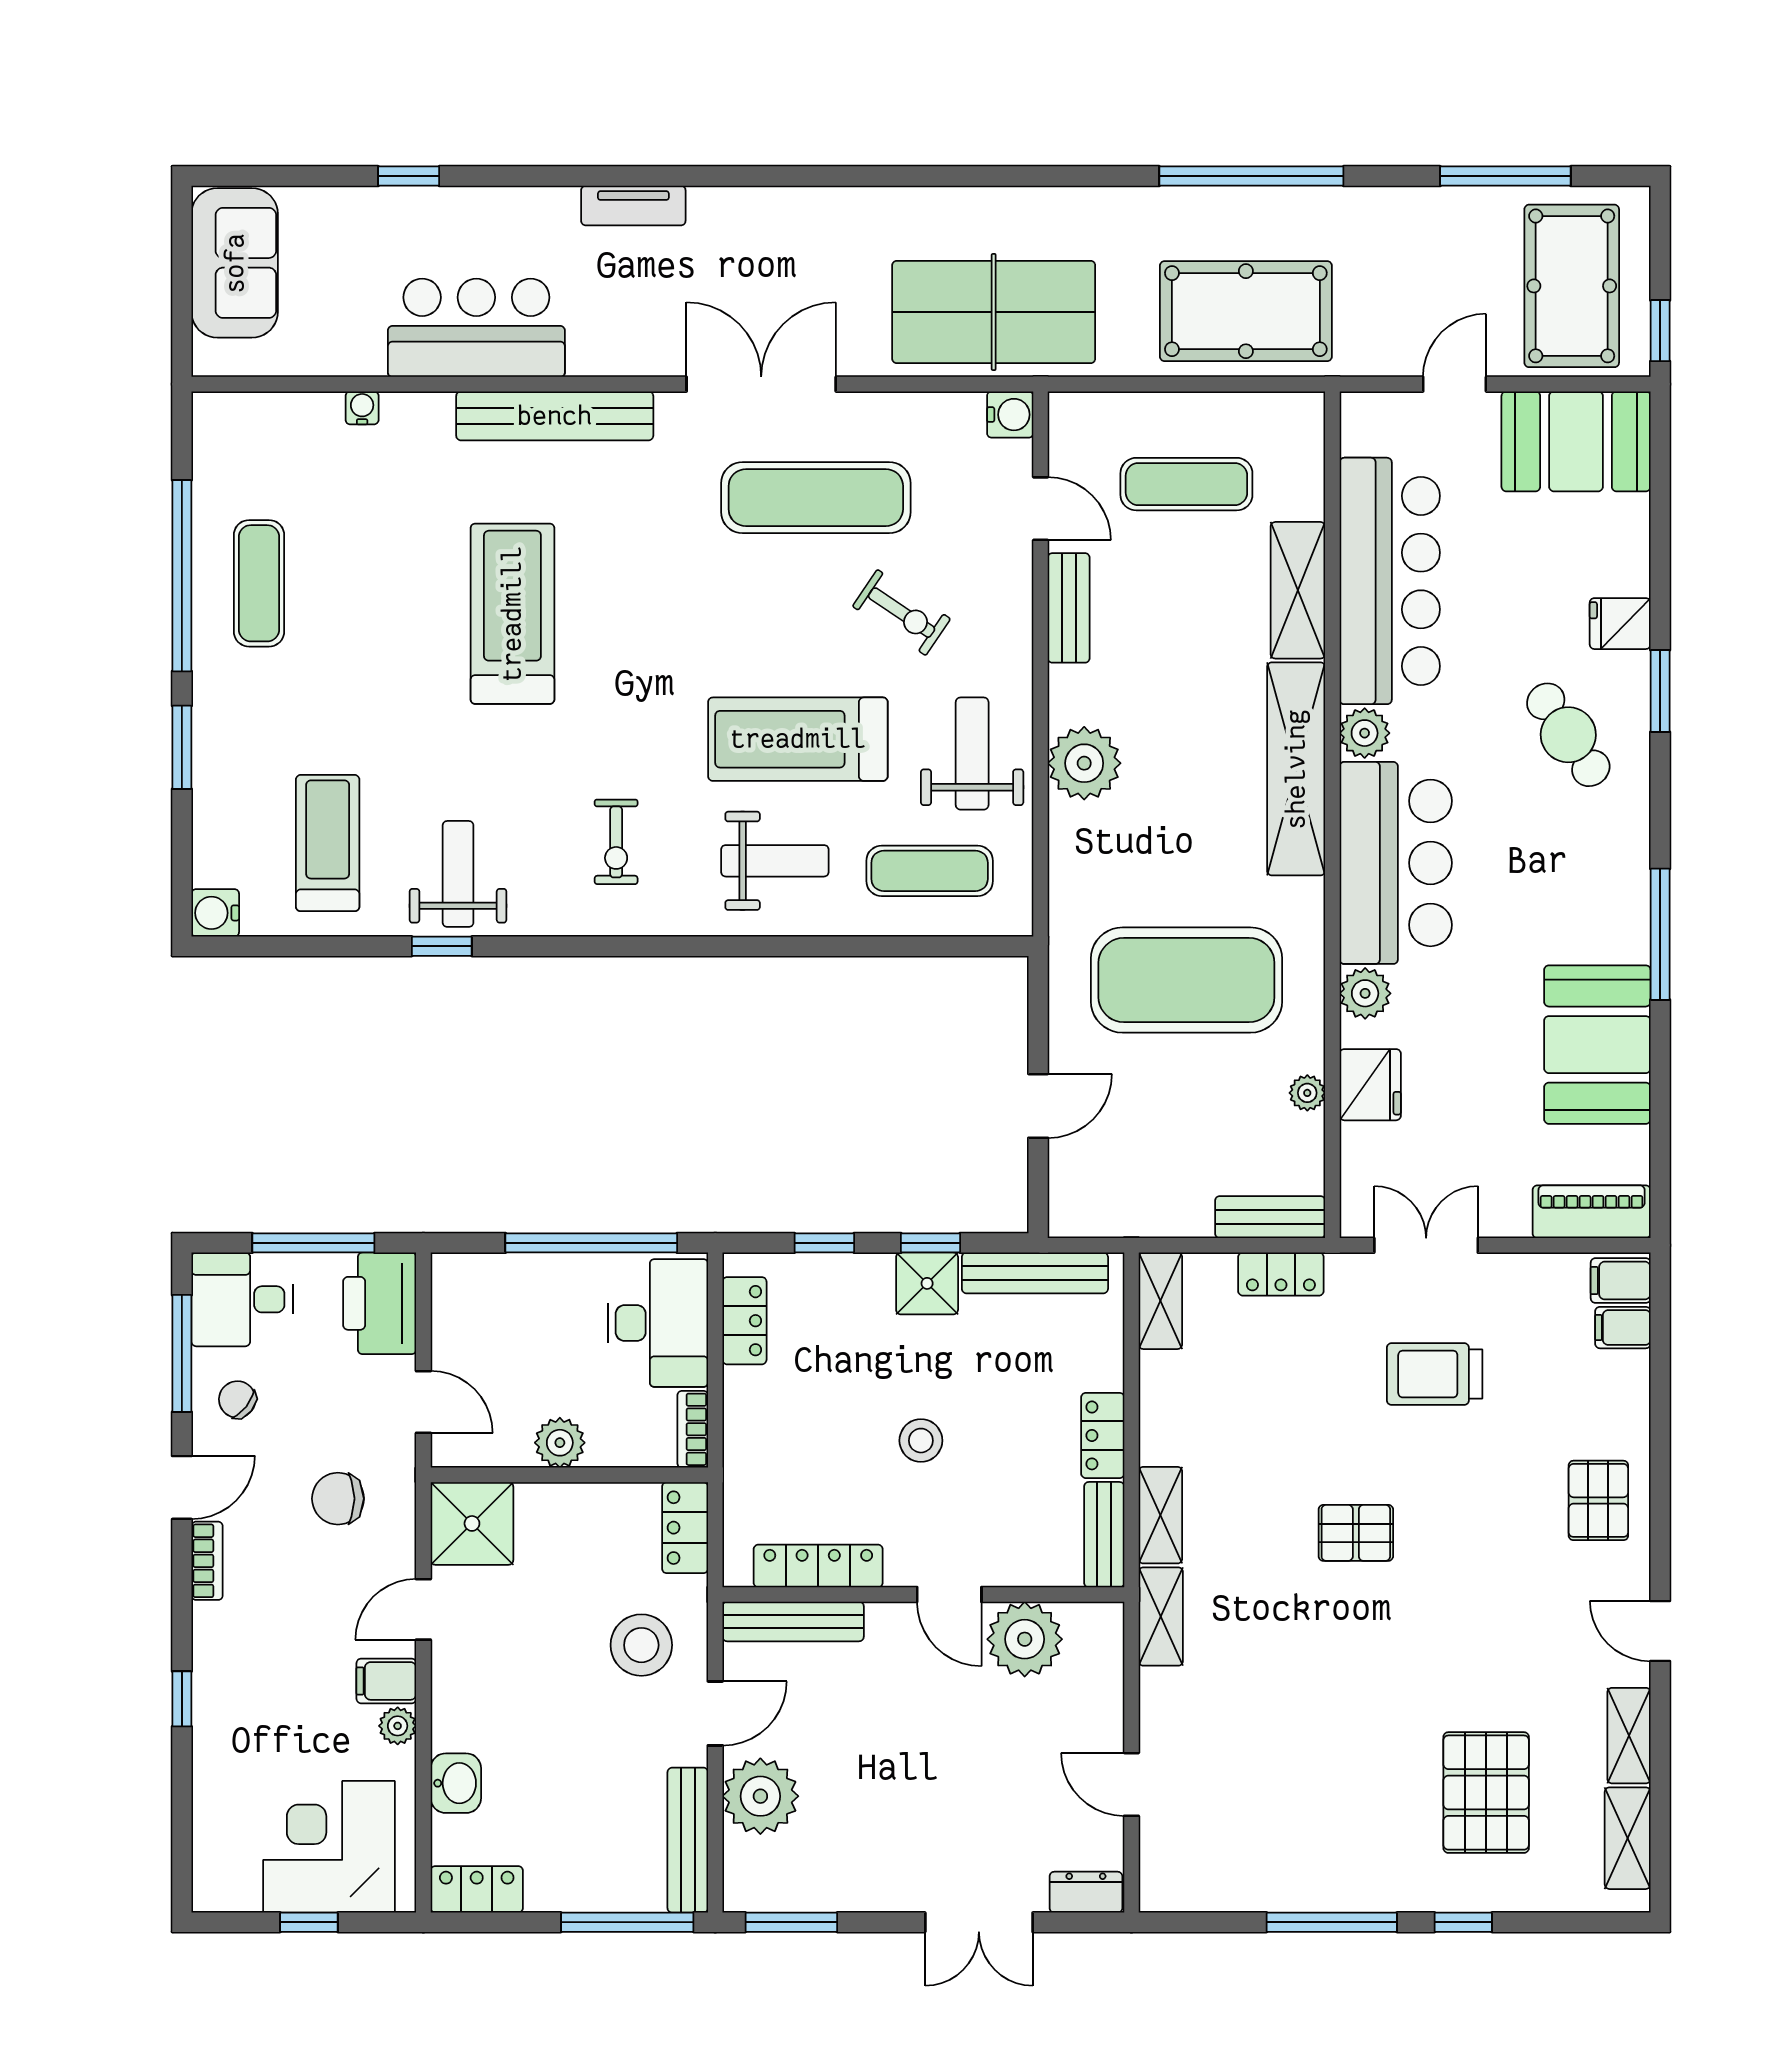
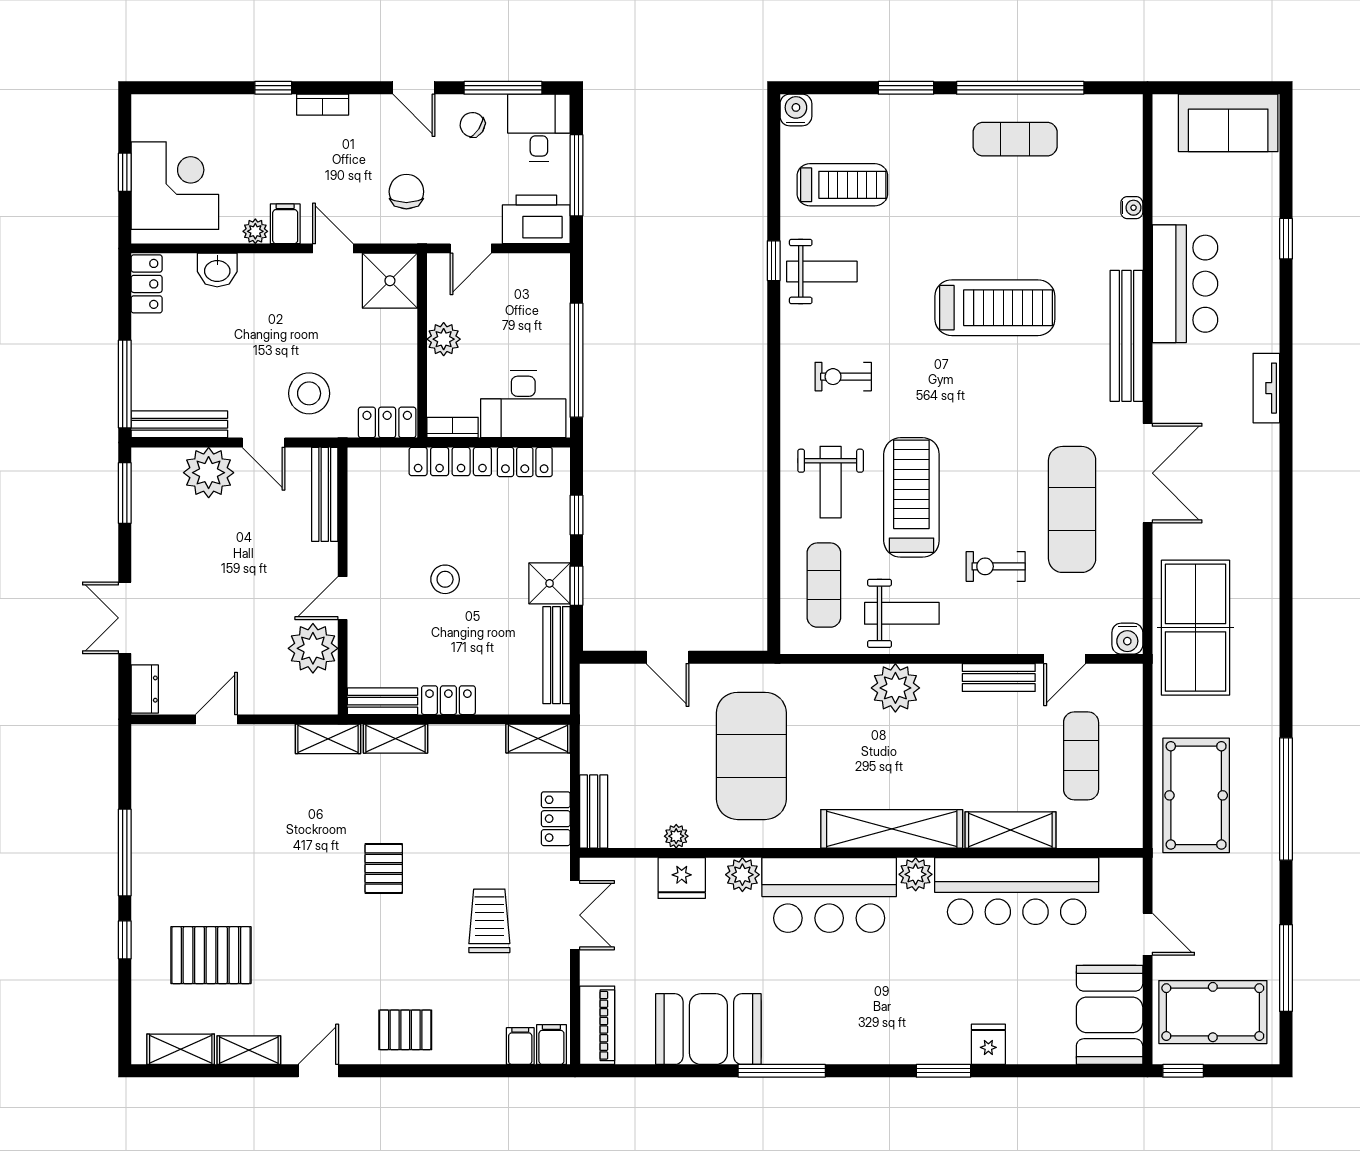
exercise bike: (902, 613) -> (996, 566), turned 56
cafe table: (1568, 735) -> (914, 1010), removed
chair: (237, 1399) -> (472, 125), turned -95
bookcase: (207, 1561) -> (323, 105), moved
locker: (818, 1566) -> (450, 461), moved, turned 90

